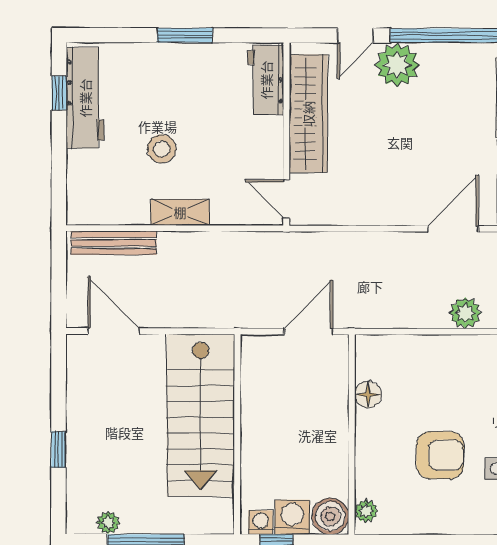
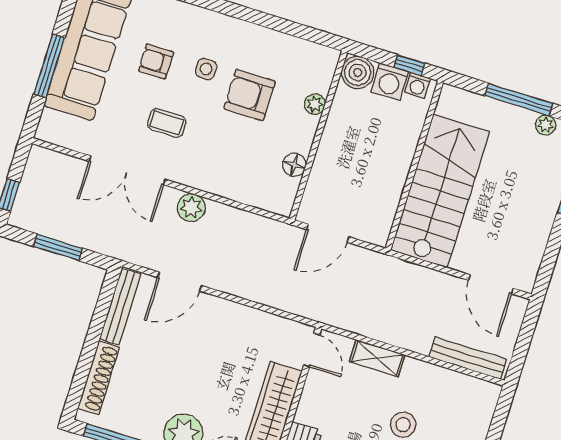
shelving: (180, 212) -> (377, 358), moved
plant: (366, 511) -> (315, 104), moved

